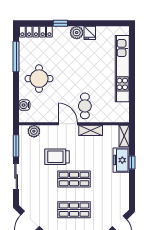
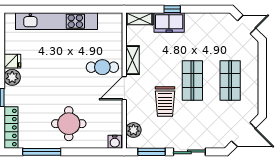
water cooler: (24, 105) -> (115, 142), moved

